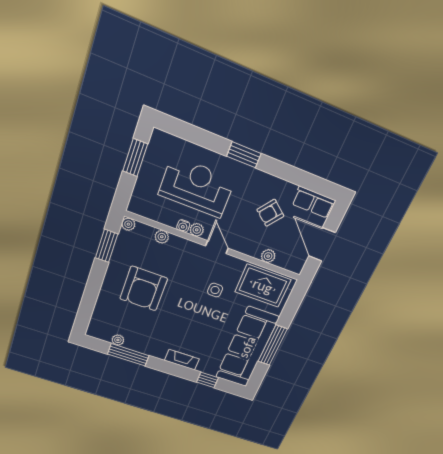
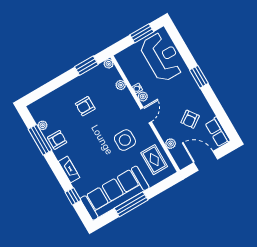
reception desk: (197, 187) -> (162, 57), moved
armchair: (270, 213) -> (190, 119), turned -73
door: (322, 244) -> (206, 161), hinge flipped
rug: (263, 286) -> (154, 160), width x0.73, depth x0.70
armchair: (144, 289) -> (85, 106), width x0.53, depth x0.53
side table: (215, 290) -> (125, 140), width x1.87, depth x1.87
armchair: (145, 342) -> (57, 140), added

